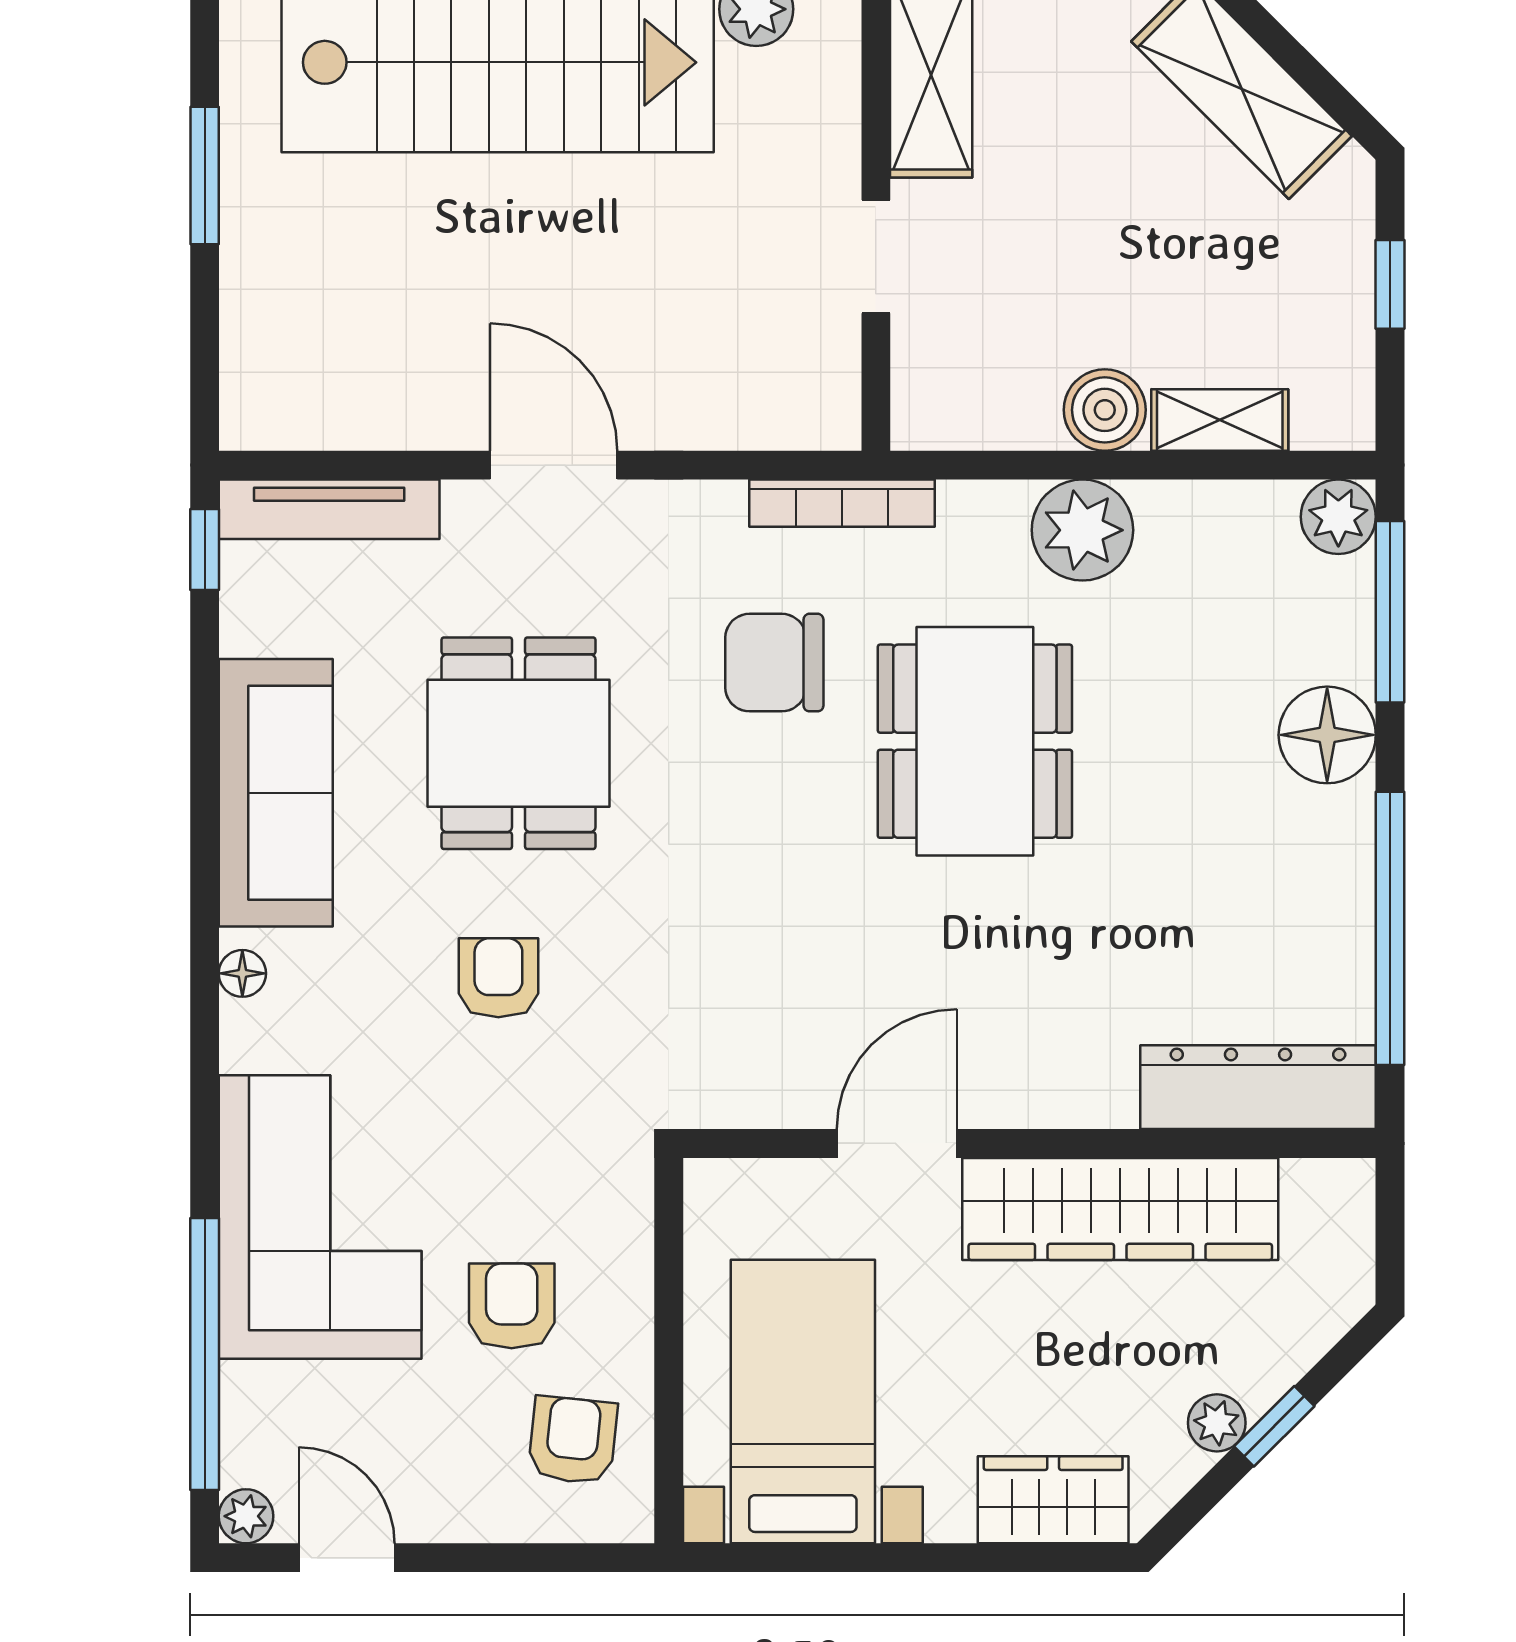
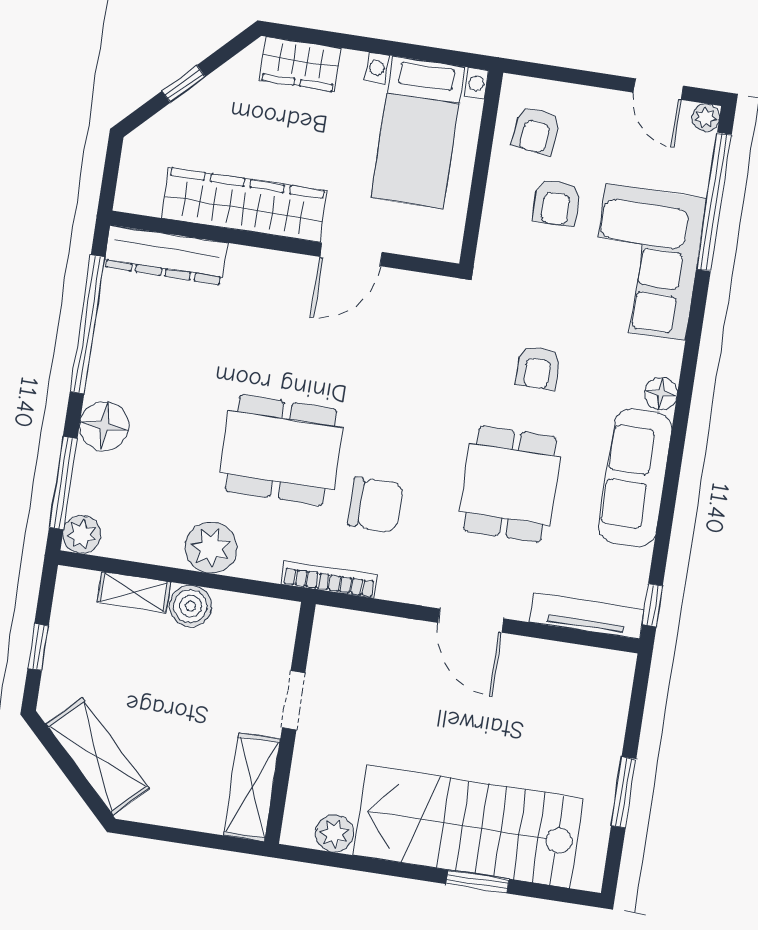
dining table: (975, 741) -> (281, 450), turned 90
floor lamp: (242, 973) -> (661, 394), width x1.37, depth x1.37
plant: (1217, 1423) -> (212, 90), removed

